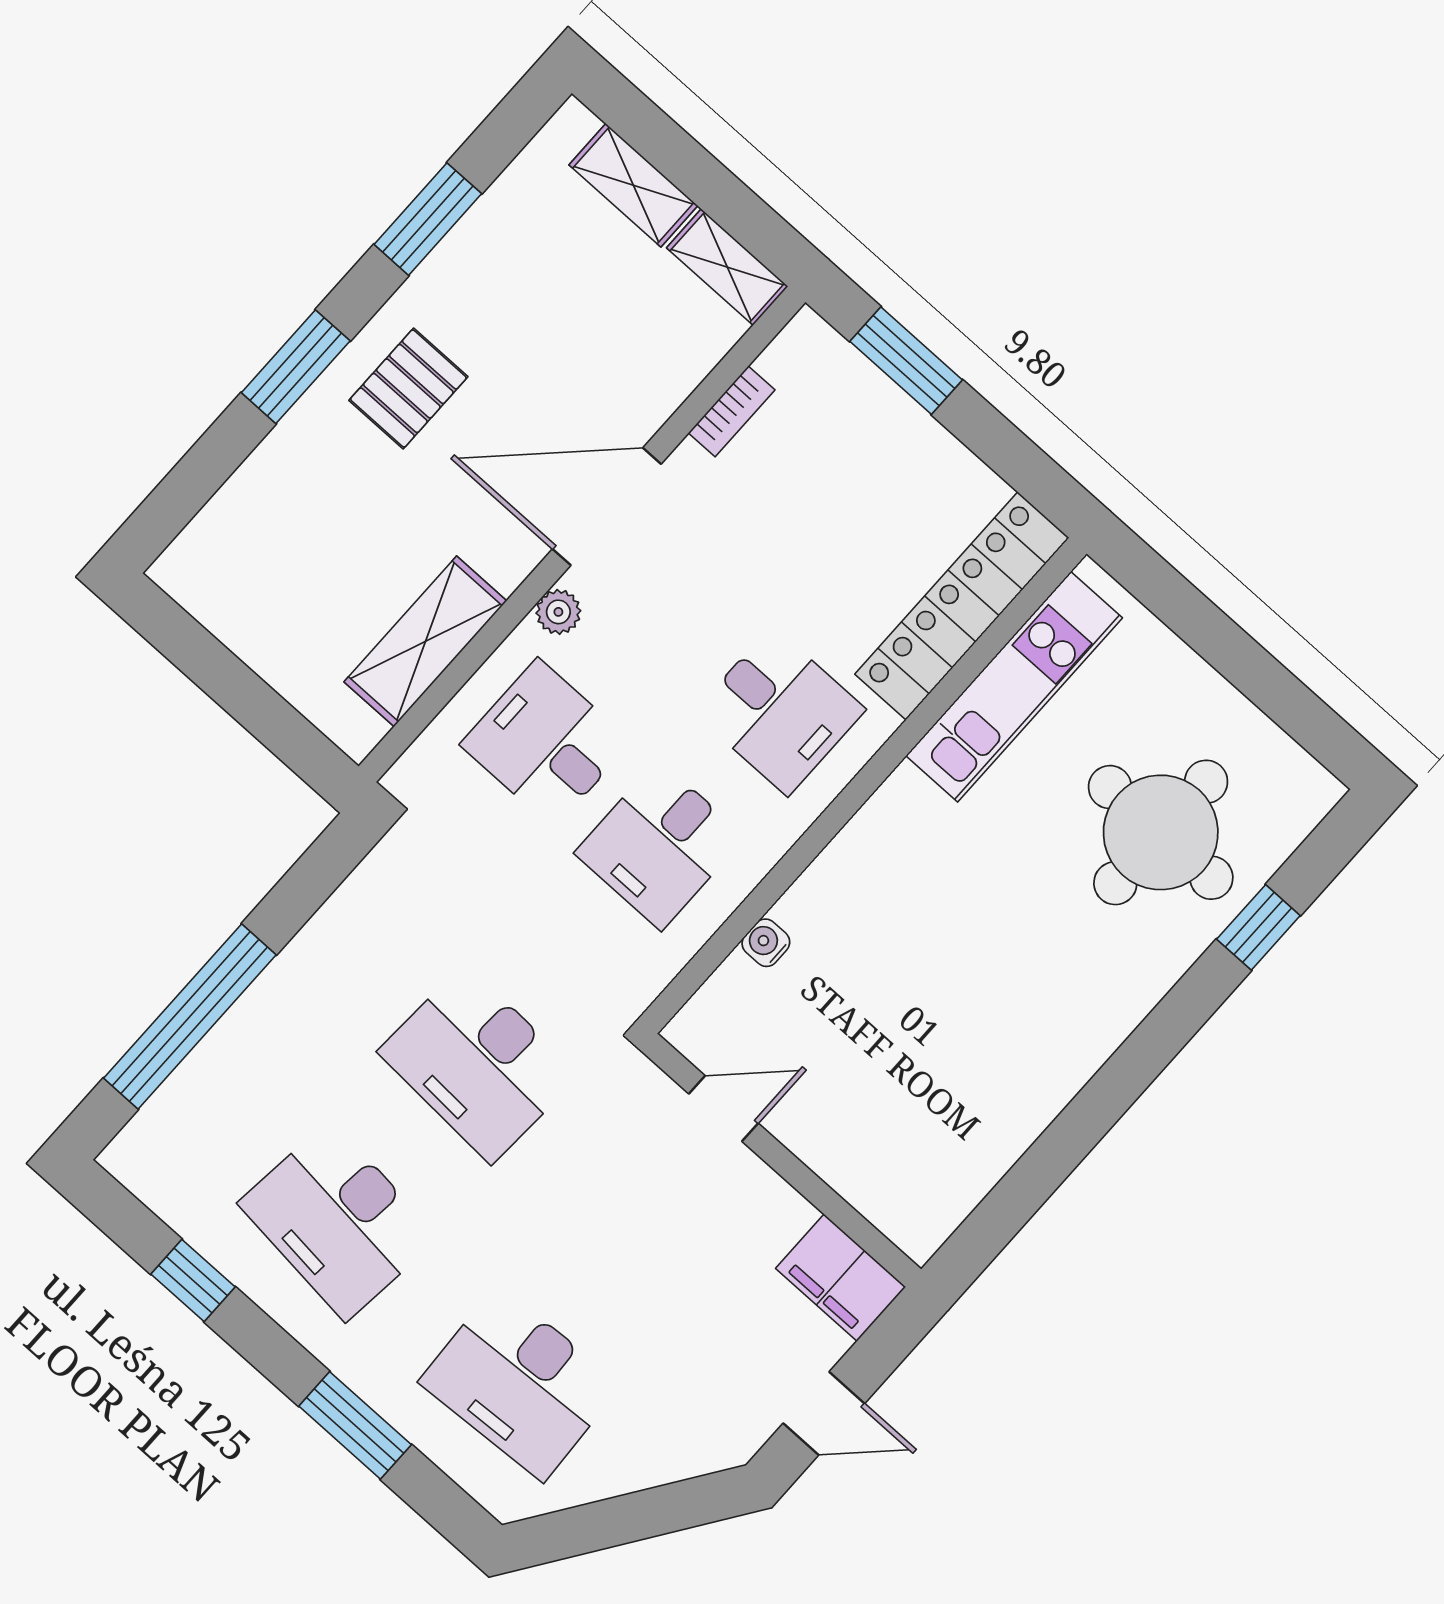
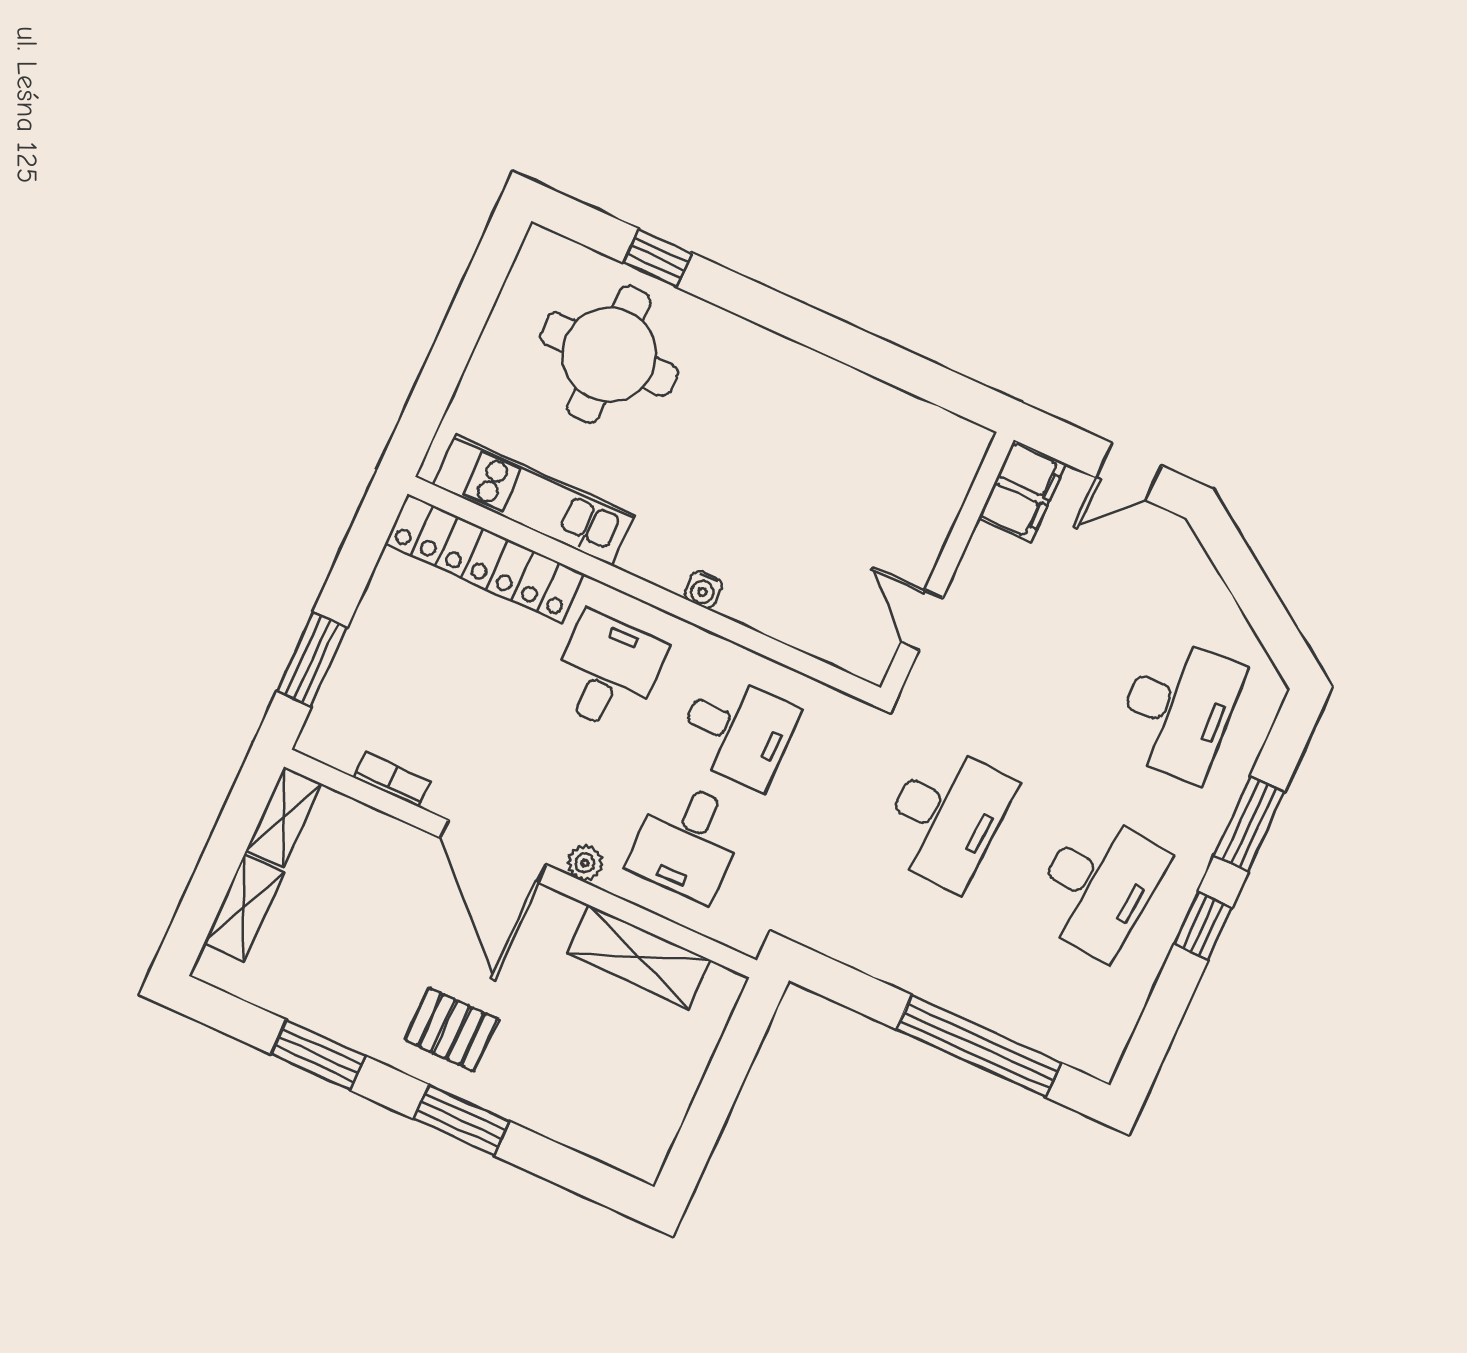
water cooler: (766, 943) -> (703, 590), moved
window: (193, 1280) -> (1203, 926), moved
door: (824, 1413) -> (1129, 472), swing flipped

